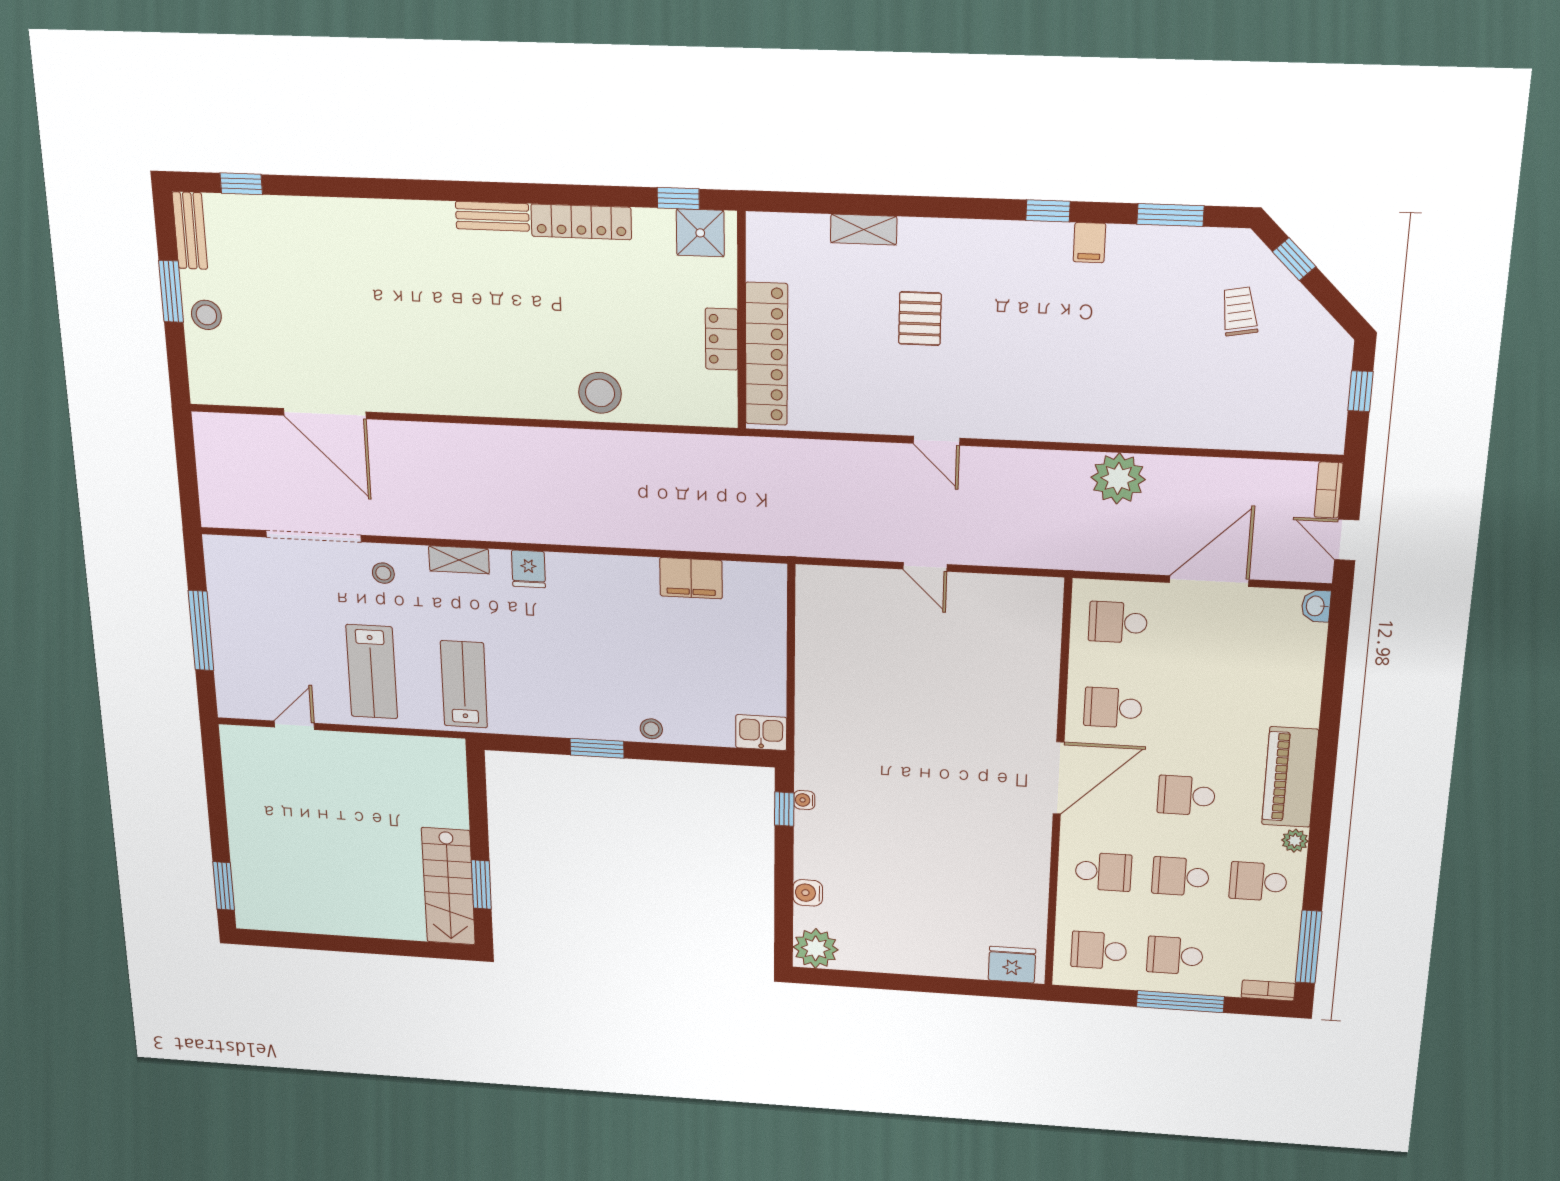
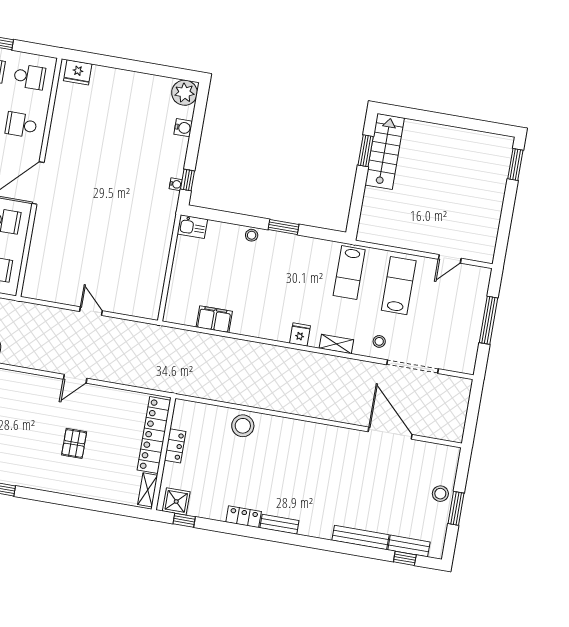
bench: (333, 212) -> (361, 538), added
locker: (581, 222) -> (244, 517), width x0.66
shelving: (864, 230) -> (148, 490), moved, turned 90
bench: (190, 231) -> (409, 546), moved, turned 90
door: (936, 441) -> (75, 379), swing flipped

